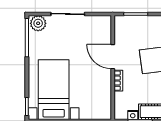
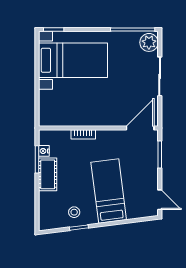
door: (113, 57) -> (140, 128), moved

